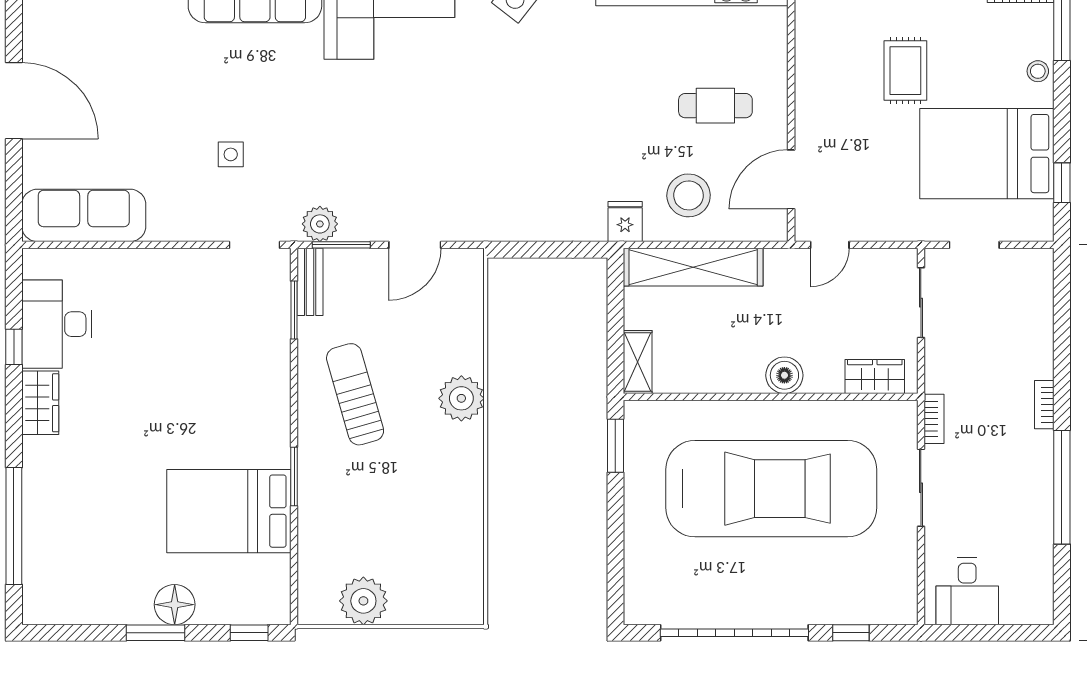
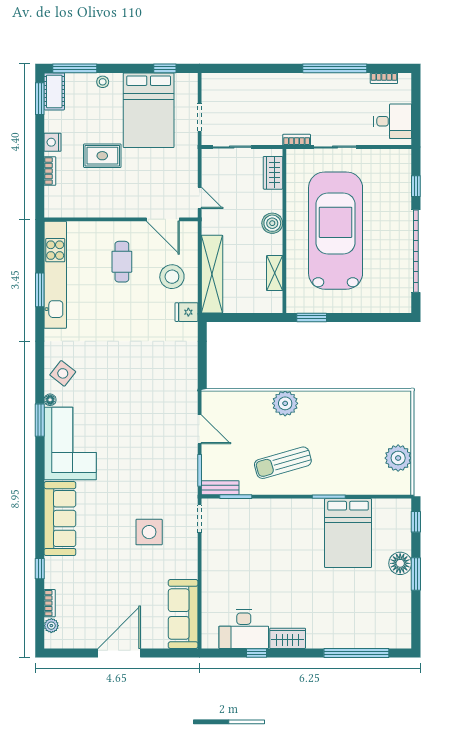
side table: (231, 154) -> (149, 532), width x1.87, depth x1.87
plant: (320, 224) -> (188, 482), removed
shelving: (638, 362) -> (275, 273), moved, turned 90
bookcase: (1044, 405) -> (384, 78), moved

